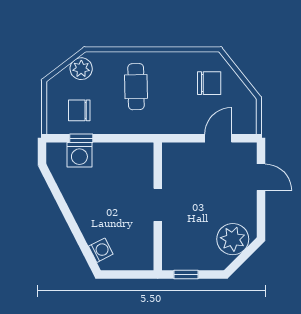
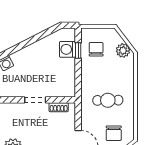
cafe table: (136, 87) -> (108, 100), moved
shoe rack: (169, 168) -> (59, 107), added

